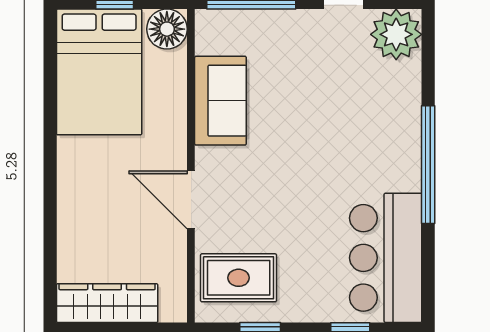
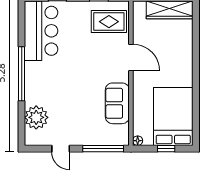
floor lamp: (167, 29) -> (138, 141), width x0.53, depth x0.53
plant: (396, 34) -> (36, 117), moved

